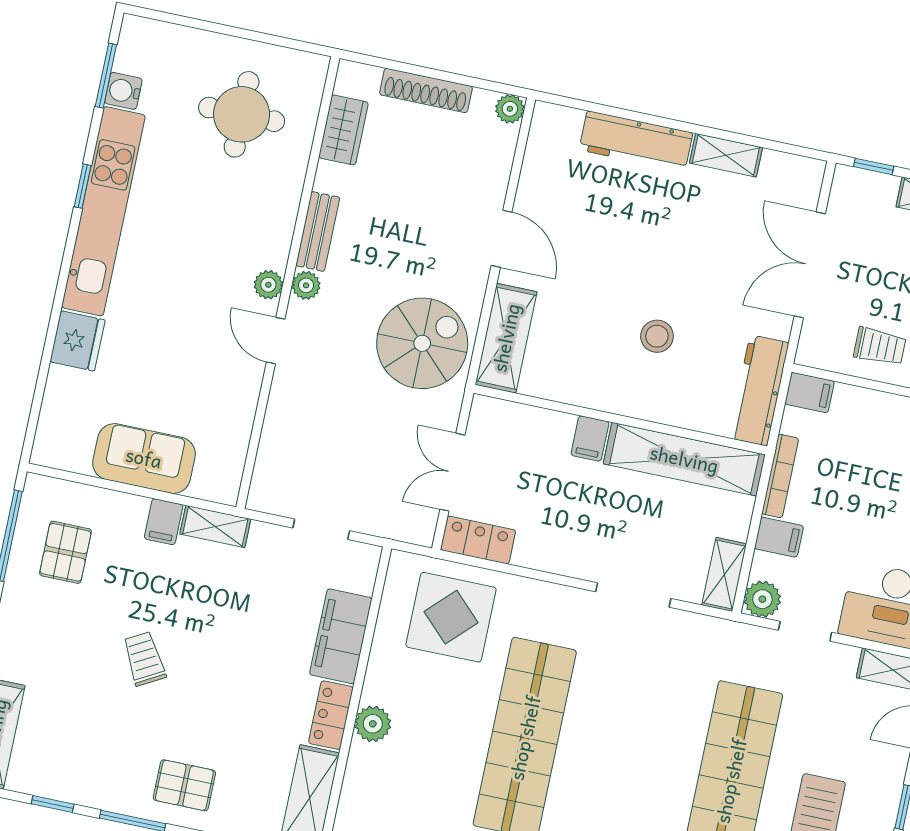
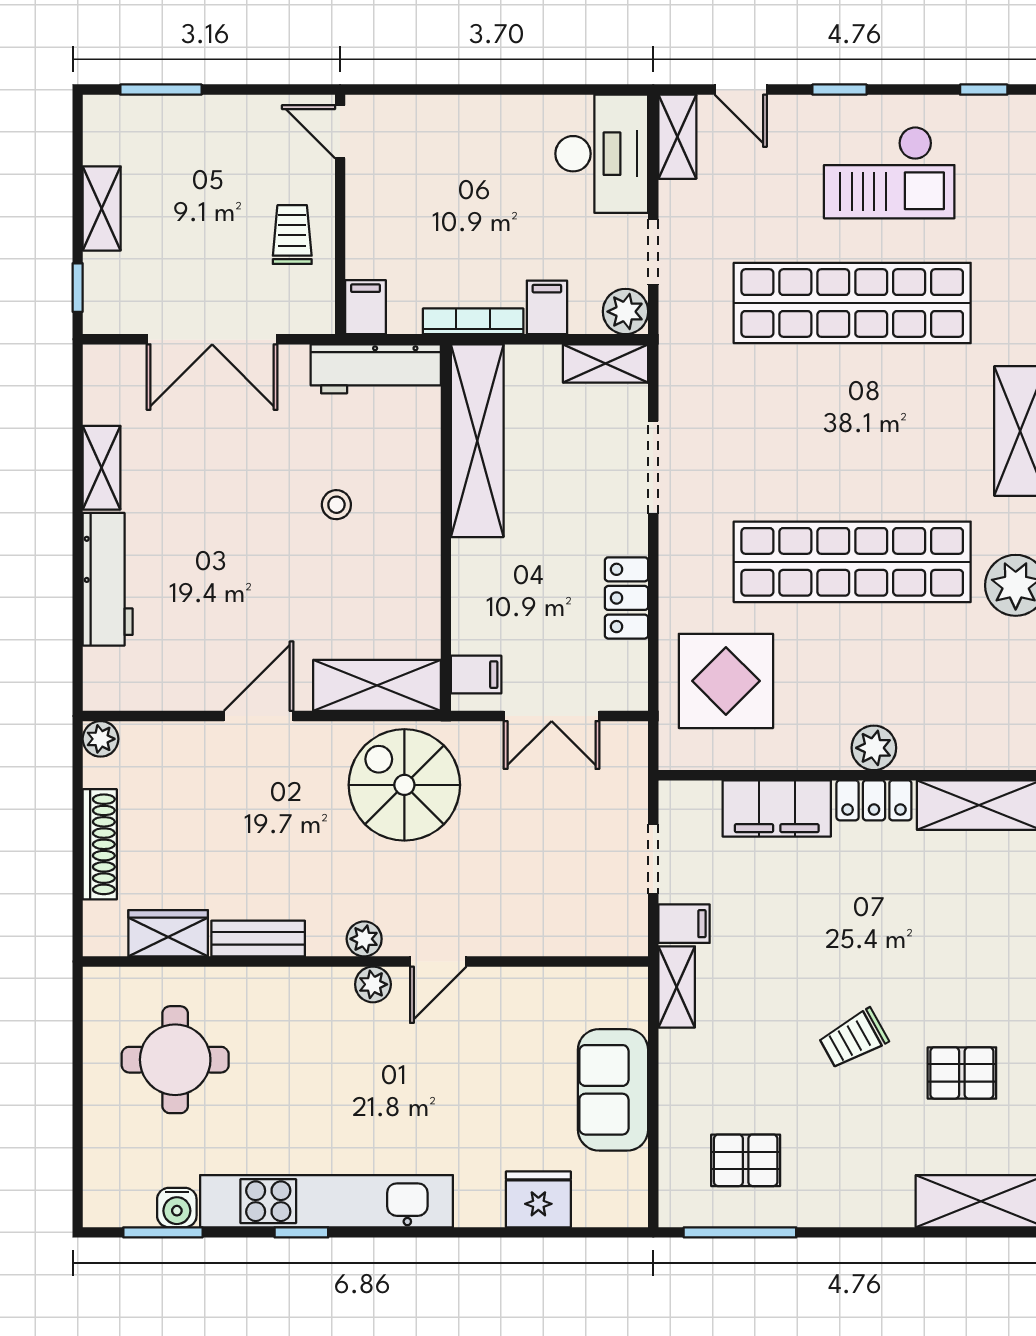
bench: (318, 231) -> (258, 939), moved
stool: (657, 336) -> (336, 505), width x0.73, depth x0.73
fridge: (78, 341) -> (538, 1199), moved
filing cabinet: (590, 438) -> (476, 675), moved
filing cabinet: (164, 522) -> (684, 924), moved
locker: (478, 540) -> (627, 598), moved
pallet: (184, 785) -> (962, 1073), moved, turned 90

